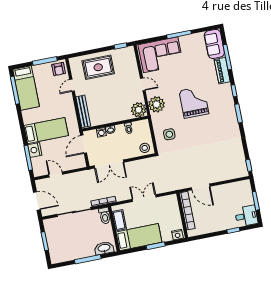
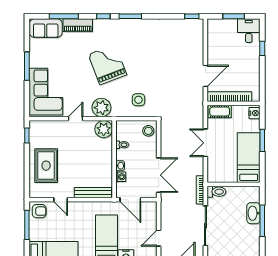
grand piano: (194, 102) -> (107, 65), turned 69
cot: (119, 220) -> (220, 112), moved
washbasin: (104, 248) -> (253, 213), moved

